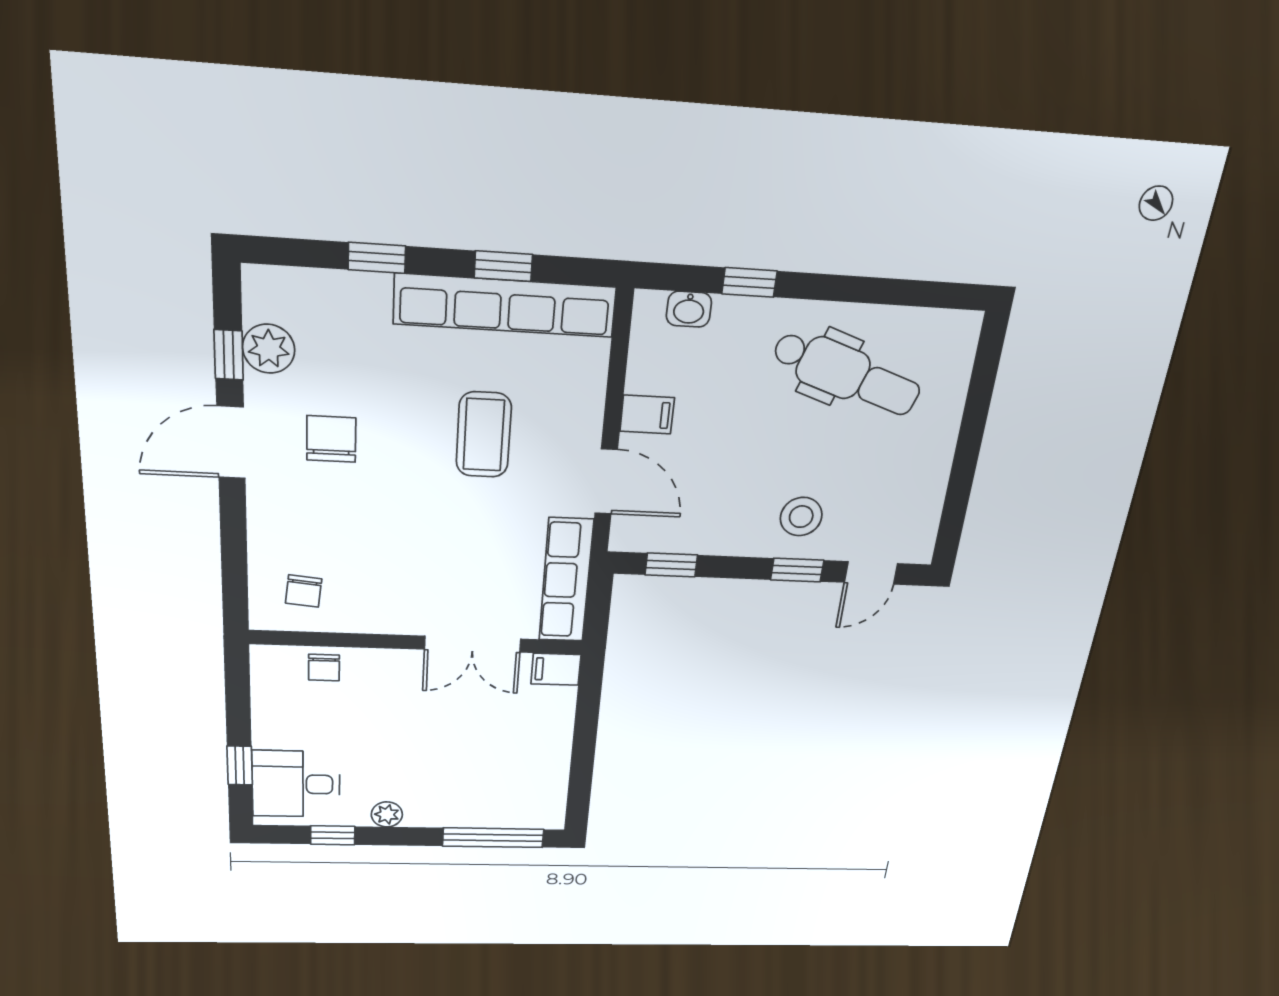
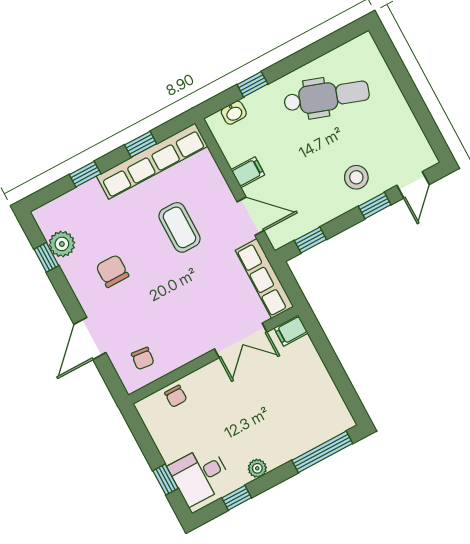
door: (231, 442) -> (90, 338), moved

